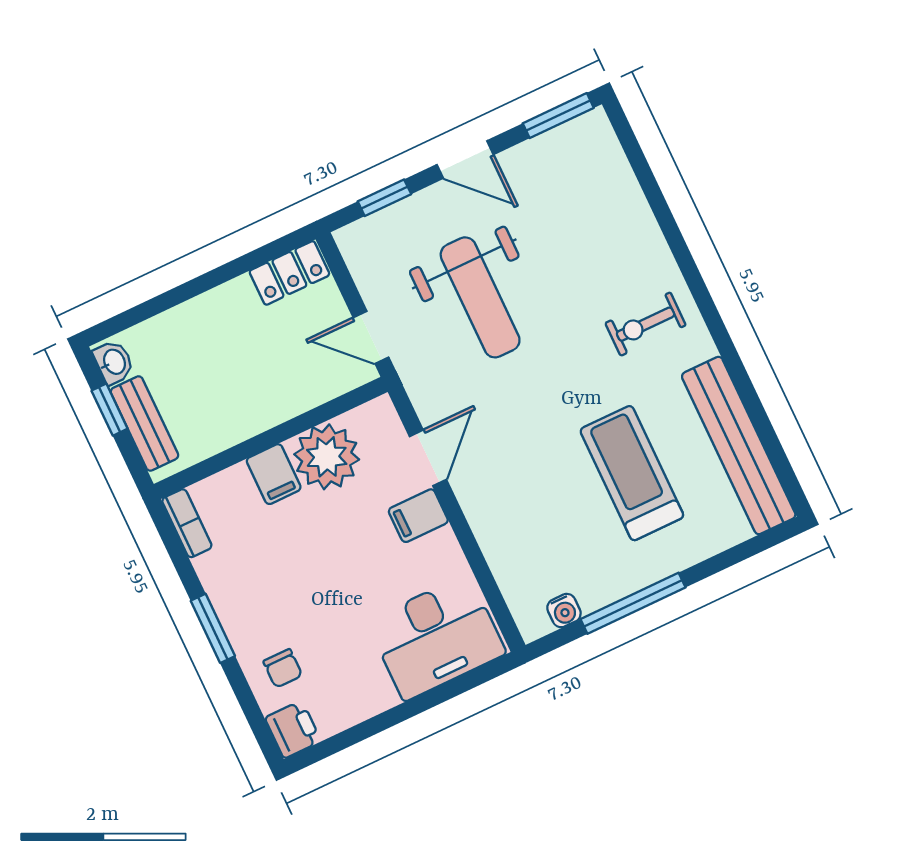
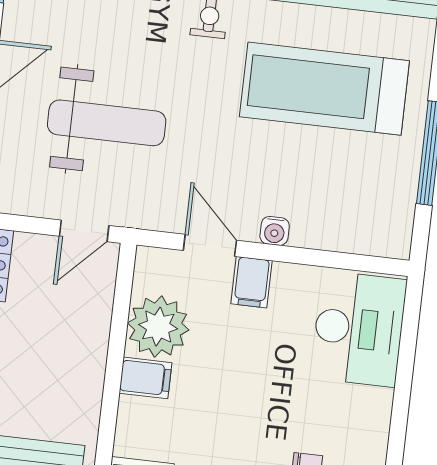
treadmill: (632, 473) -> (324, 89), width x1.37, depth x1.38
water cooler: (564, 611) -> (275, 231), moved, turned 90

